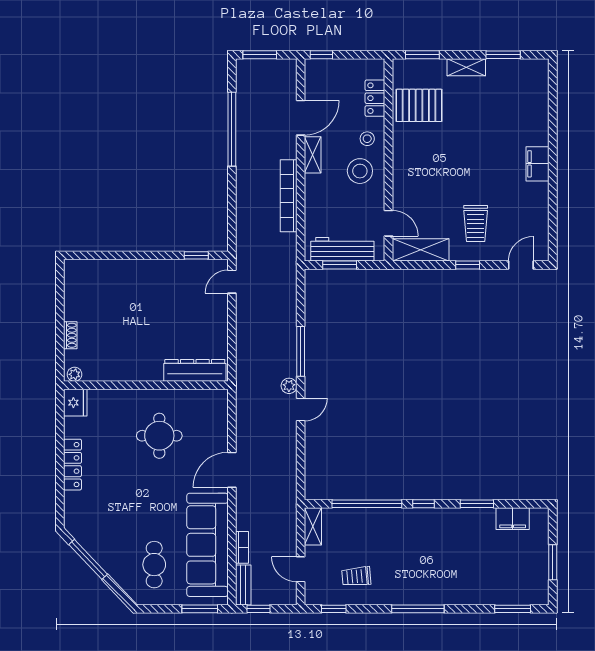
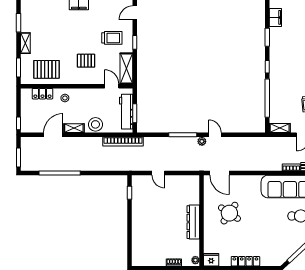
pallet: (419, 105) -> (47, 69), turned 90
door: (301, 118) -> (53, 135), hinge flipped
stool: (360, 171) -> (95, 124), moved
pallet: (435, 177) -> (86, 61), added
bookcase: (289, 196) -> (123, 142), moved
door: (388, 223) -> (112, 86), hinge flipped
door: (521, 265) -> (135, 13), hinge flipped
door: (232, 282) -> (158, 173), moved
dresser: (195, 370) -> (193, 222), moved
round table: (159, 436) -> (229, 213), turned 34
door: (232, 470) -> (220, 173), moved

